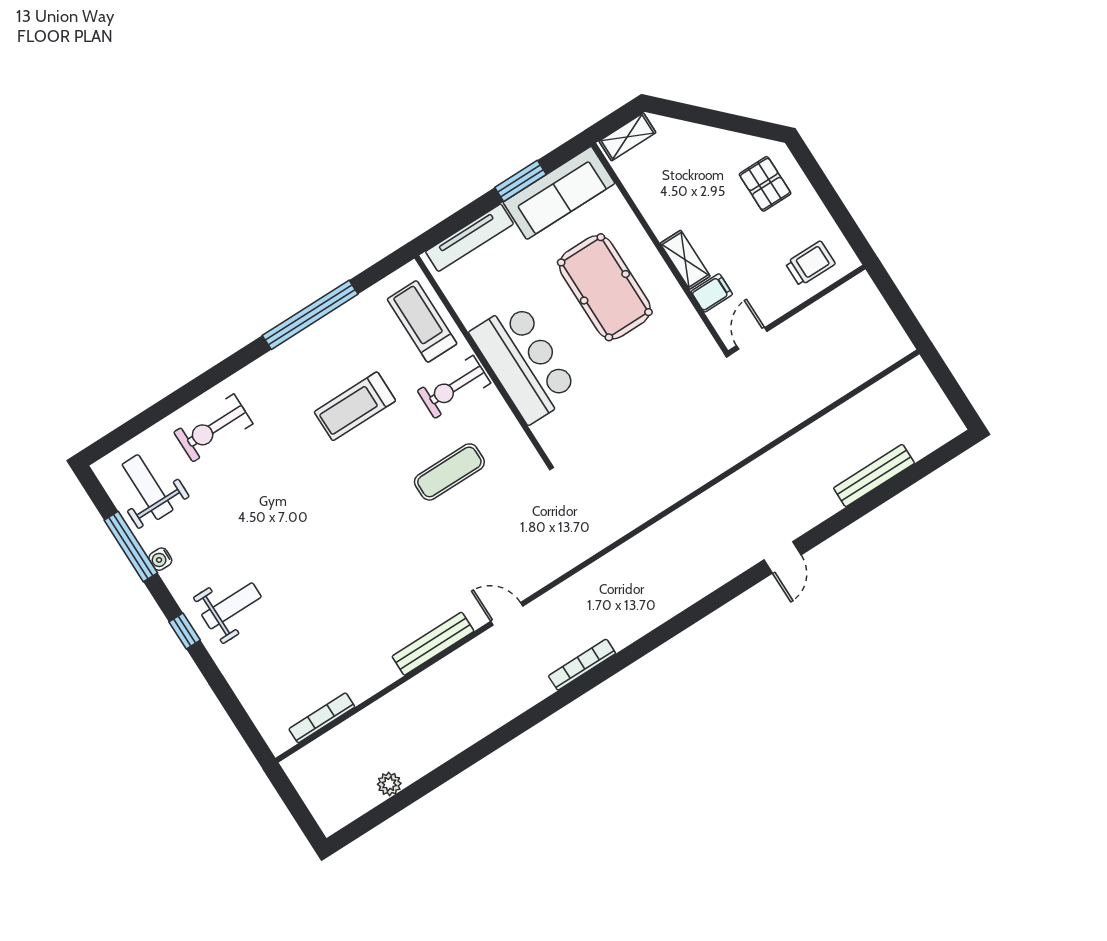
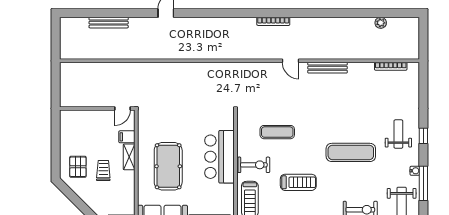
trolley: (810, 263) -> (103, 171), moved, turned 90
exercise mat: (295, 519) -> (351, 152), added
weight bench: (231, 606) -> (398, 134), turned 90

